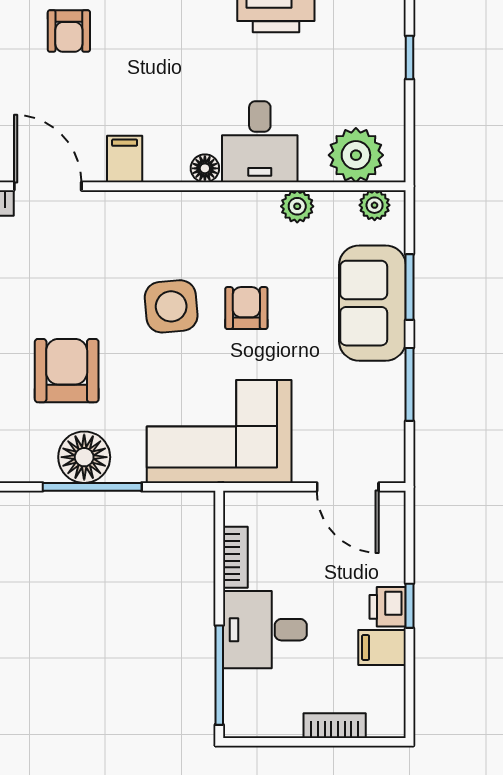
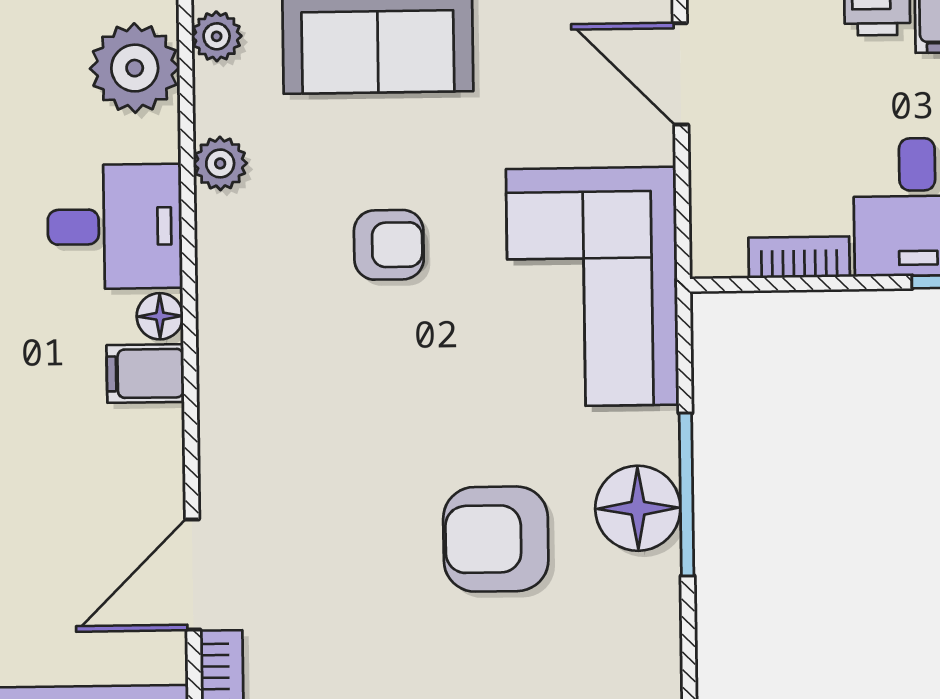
filing cabinet: (125, 159) -> (145, 373), moved
side table: (171, 306) -> (388, 369), removed
armchair: (246, 308) -> (389, 245), turned 180
door: (348, 487) -> (681, 74), swing flipped

